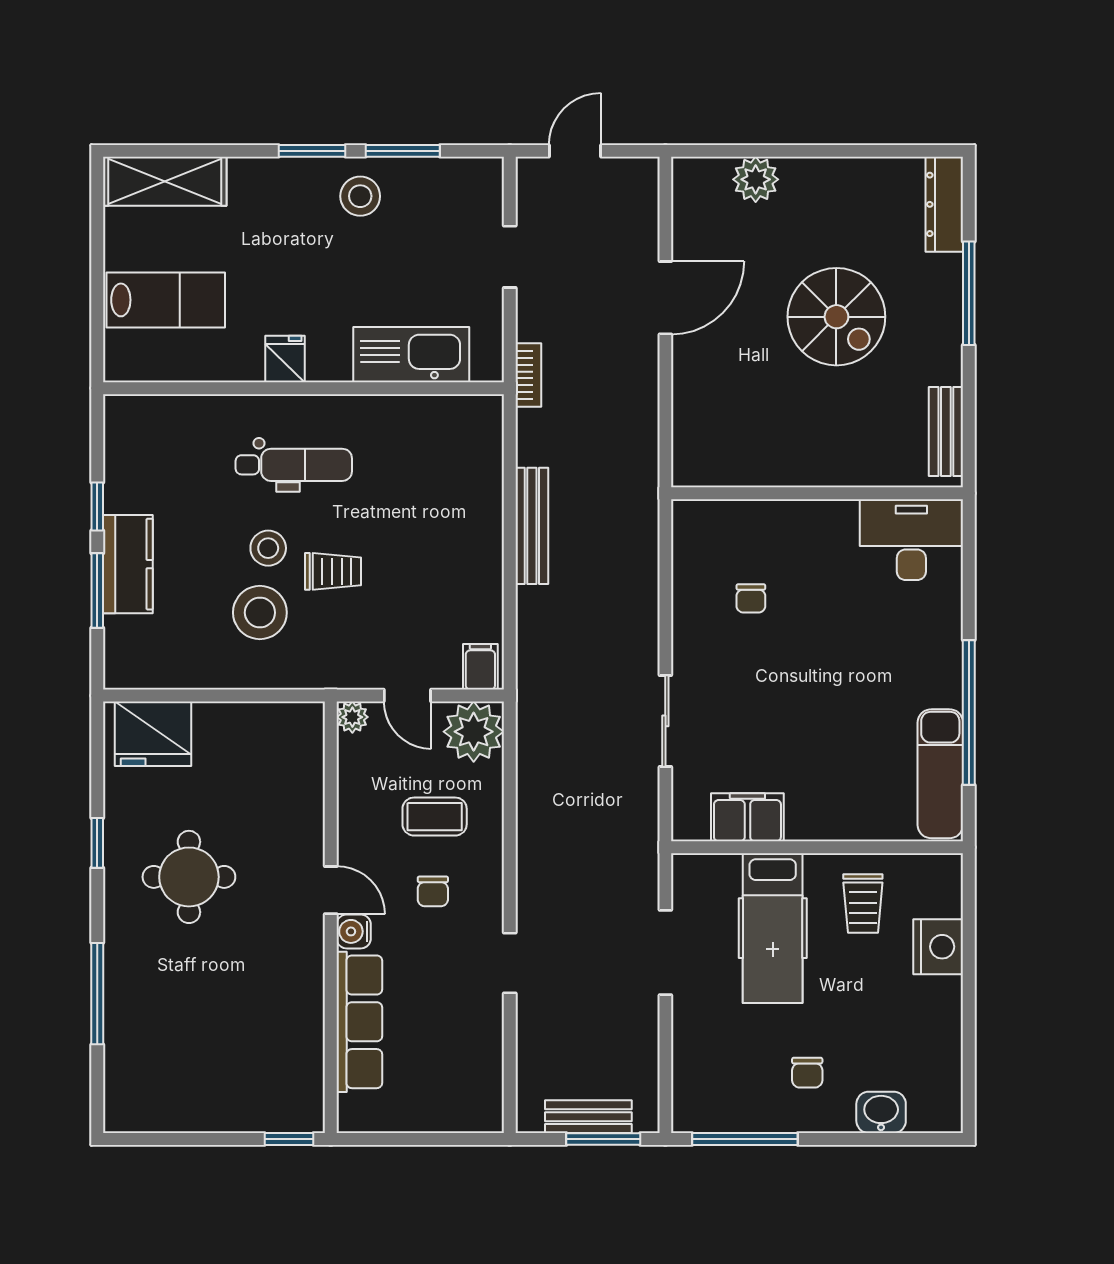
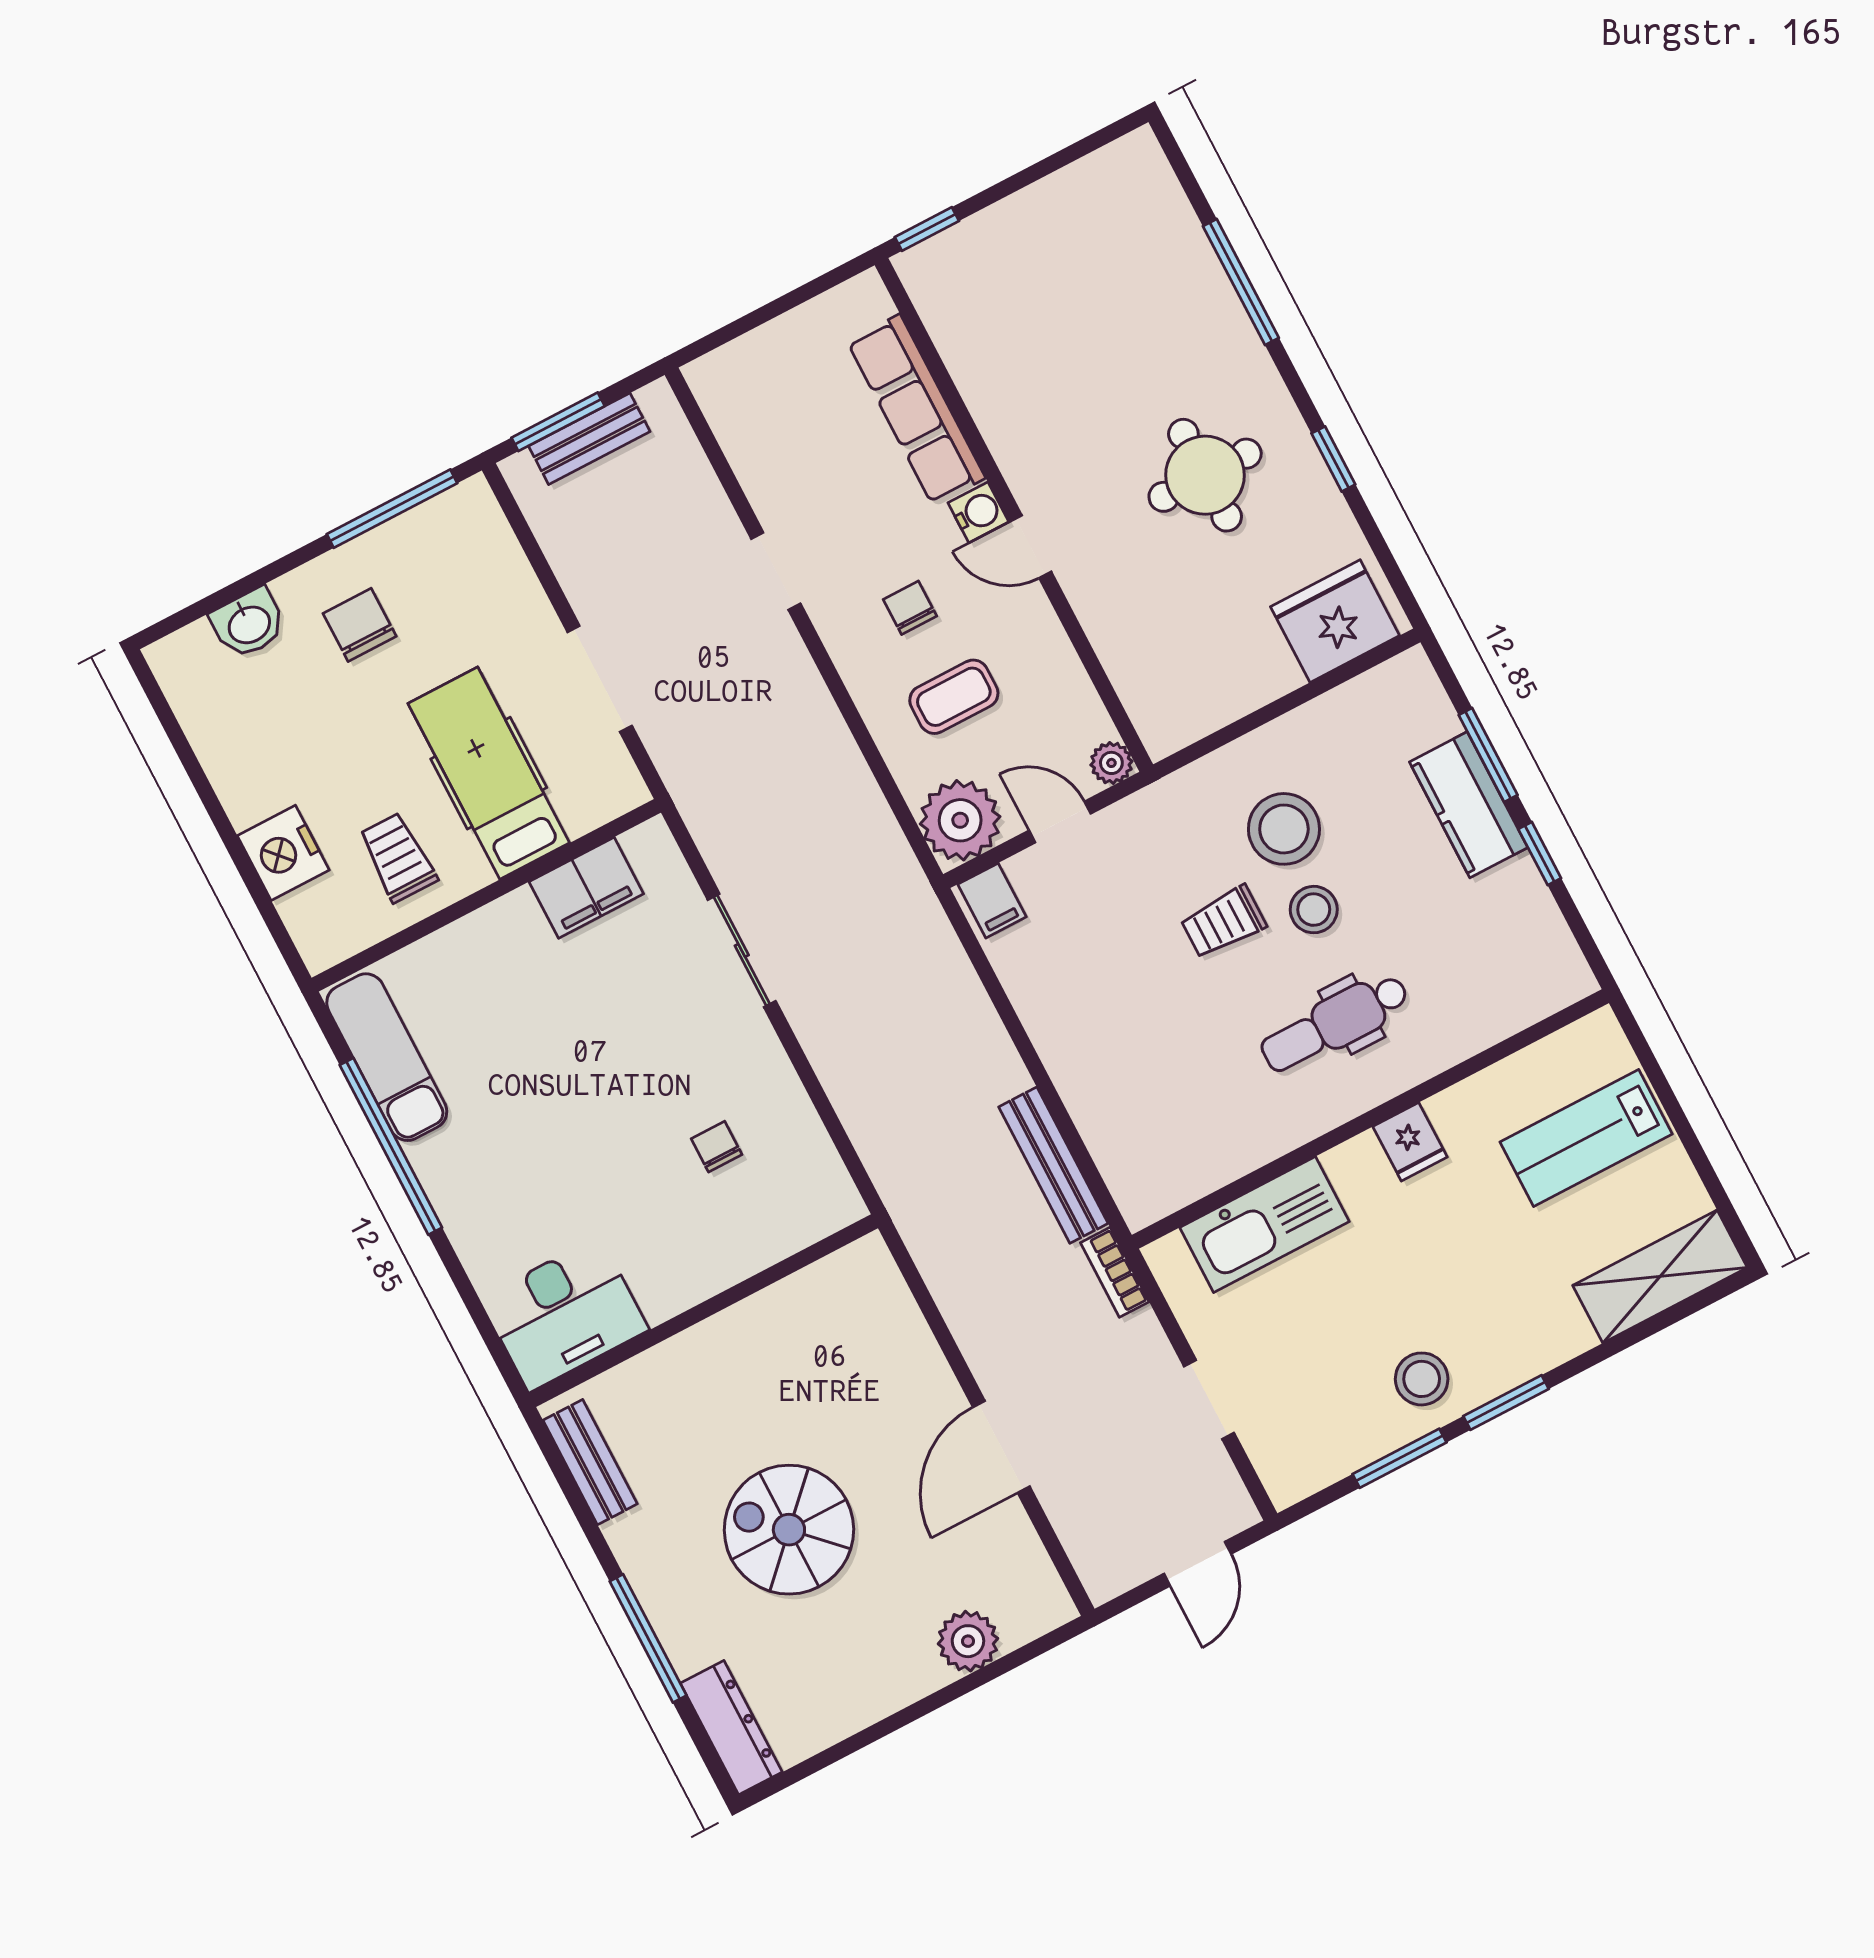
bench: (532, 526) -> (1053, 1165), moved
chair: (807, 1073) -> (360, 625), width x1.37, depth x1.37

